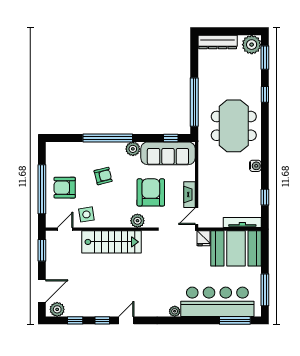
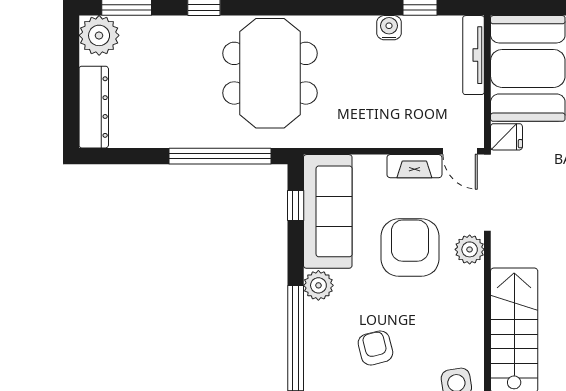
meeting table: (234, 126) -> (270, 73), turned 90
water cooler: (255, 166) -> (389, 28), moved
armchair: (151, 192) -> (410, 248), turned 90
plant: (137, 221) -> (470, 249), moved

